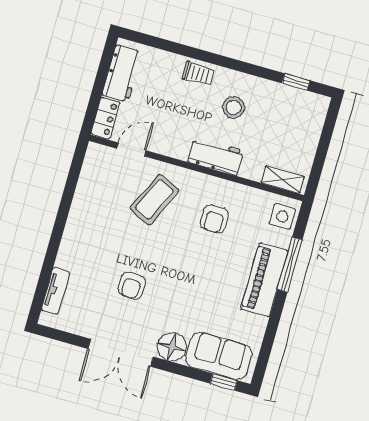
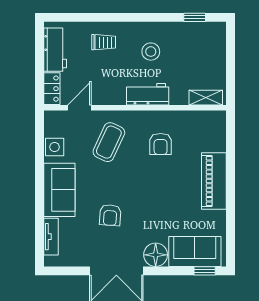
trolley: (198, 74) -> (104, 42), moved
side table: (282, 216) -> (55, 147), moved
sofa: (81, 239) -> (59, 190), added
window: (290, 265) -> (231, 163), removed

